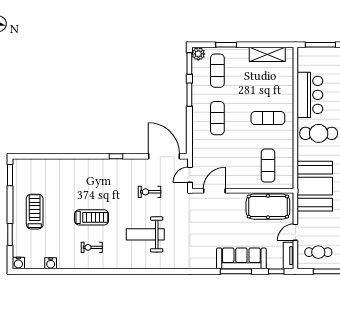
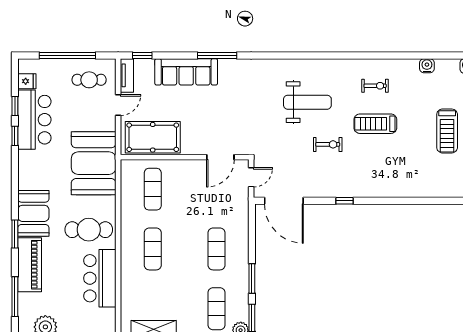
exercise mat: (268, 118) -> (153, 249), turned 90
exercise bike: (150, 192) -> (328, 144), moved
window: (236, 271) -> (217, 55), moved

